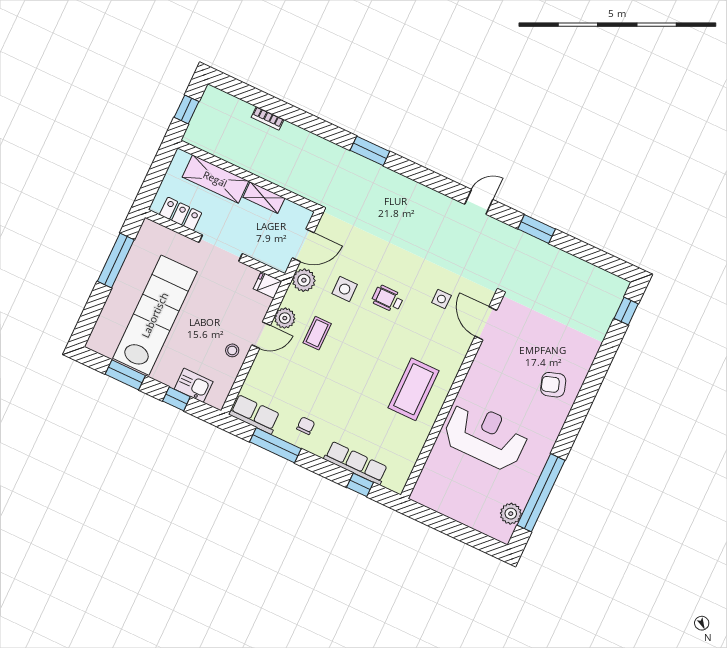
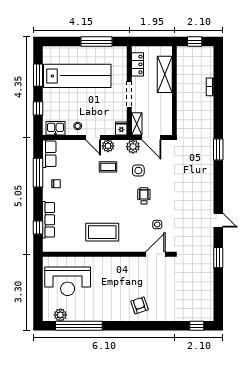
shelving: (264, 198) -> (137, 124), moved
kitchen sink: (194, 385) -> (55, 128), moved, turned -90
reception desk: (486, 436) -> (68, 281), moved, turned 90

